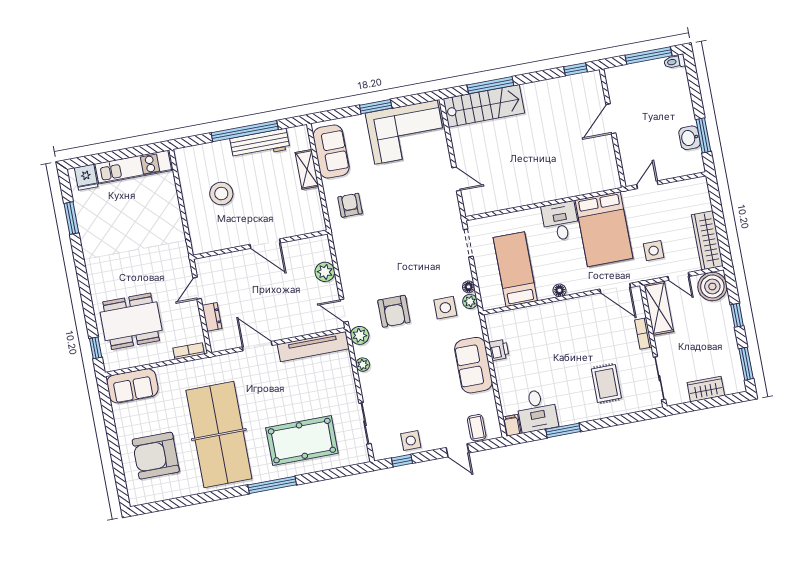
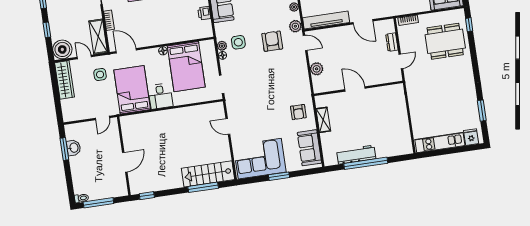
shelving: (307, 169) -> (323, 120), moved
stool: (221, 194) -> (383, 123), removed
bed: (515, 269) -> (186, 67), width x1.50

